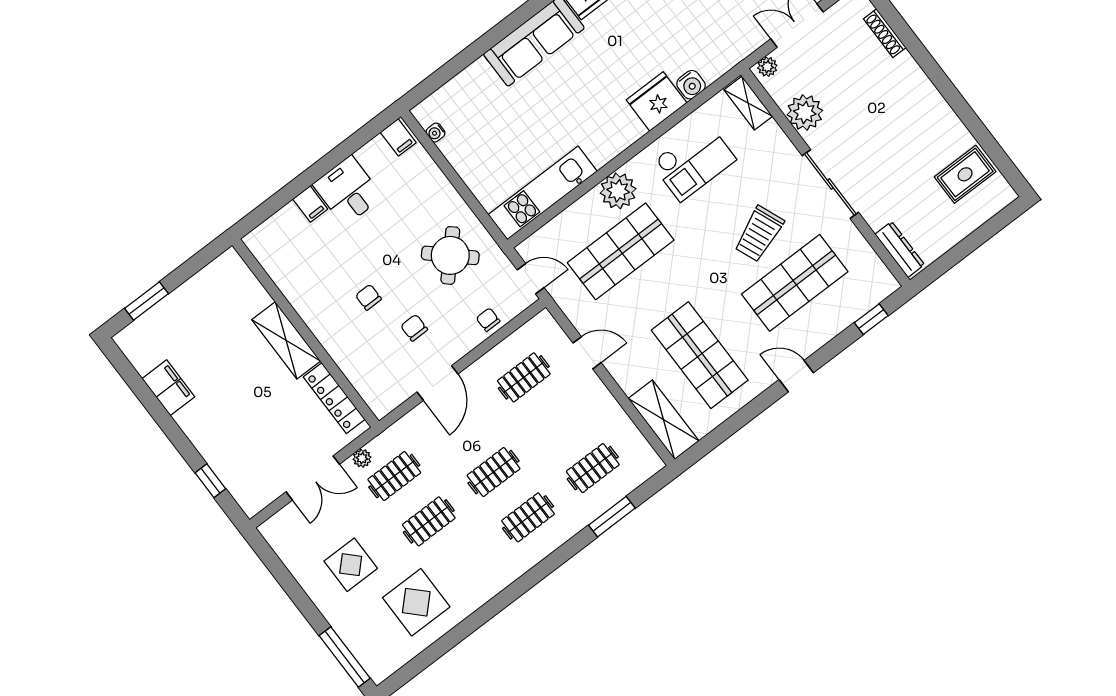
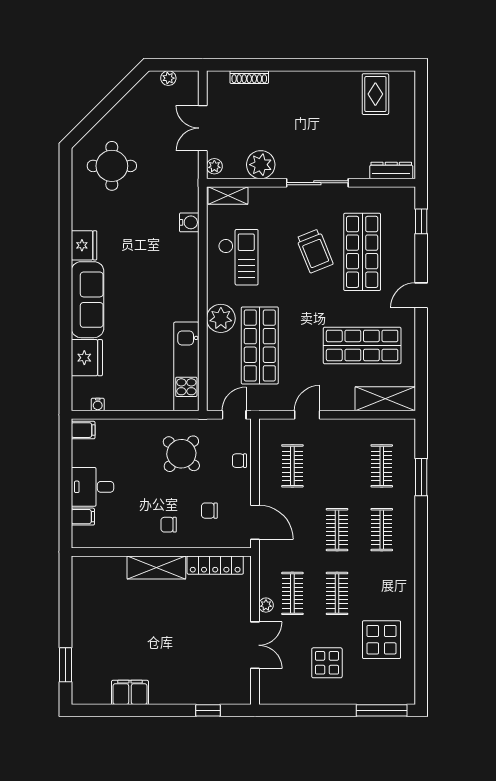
fridge: (657, 101) -> (87, 358), moved, turned 180
wall: (306, 333) -> (161, 552), moved
shelving: (286, 340) -> (156, 567), moved
locker: (334, 398) -> (215, 565), moved

